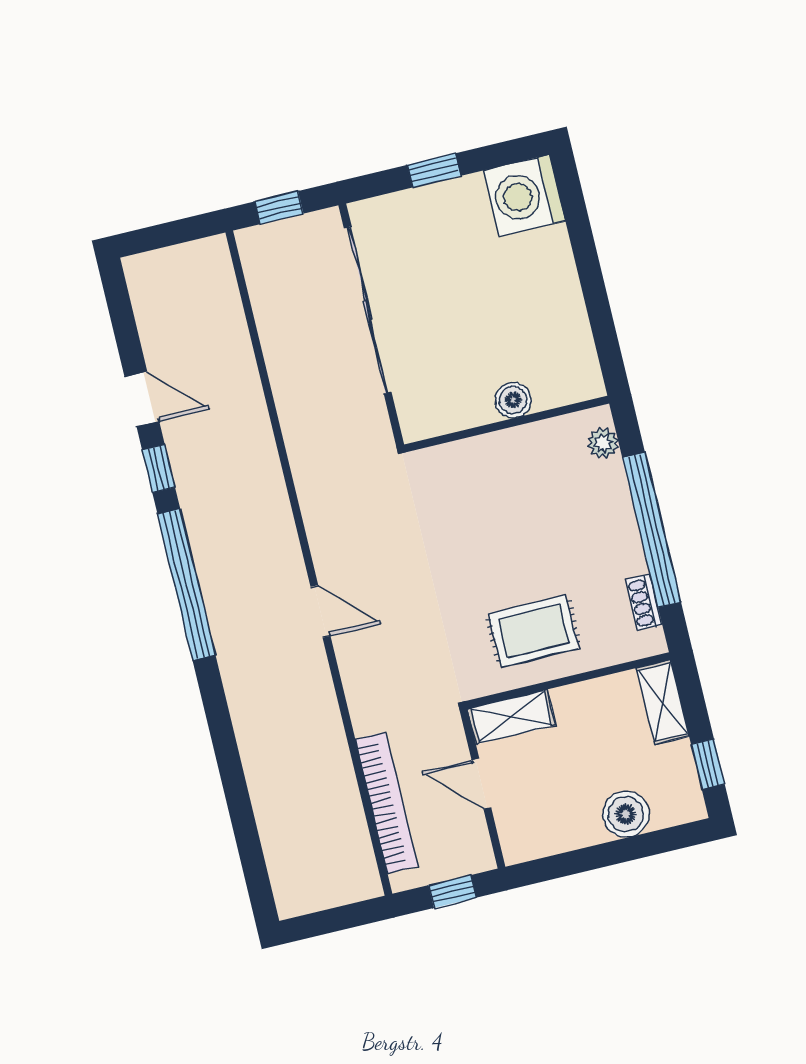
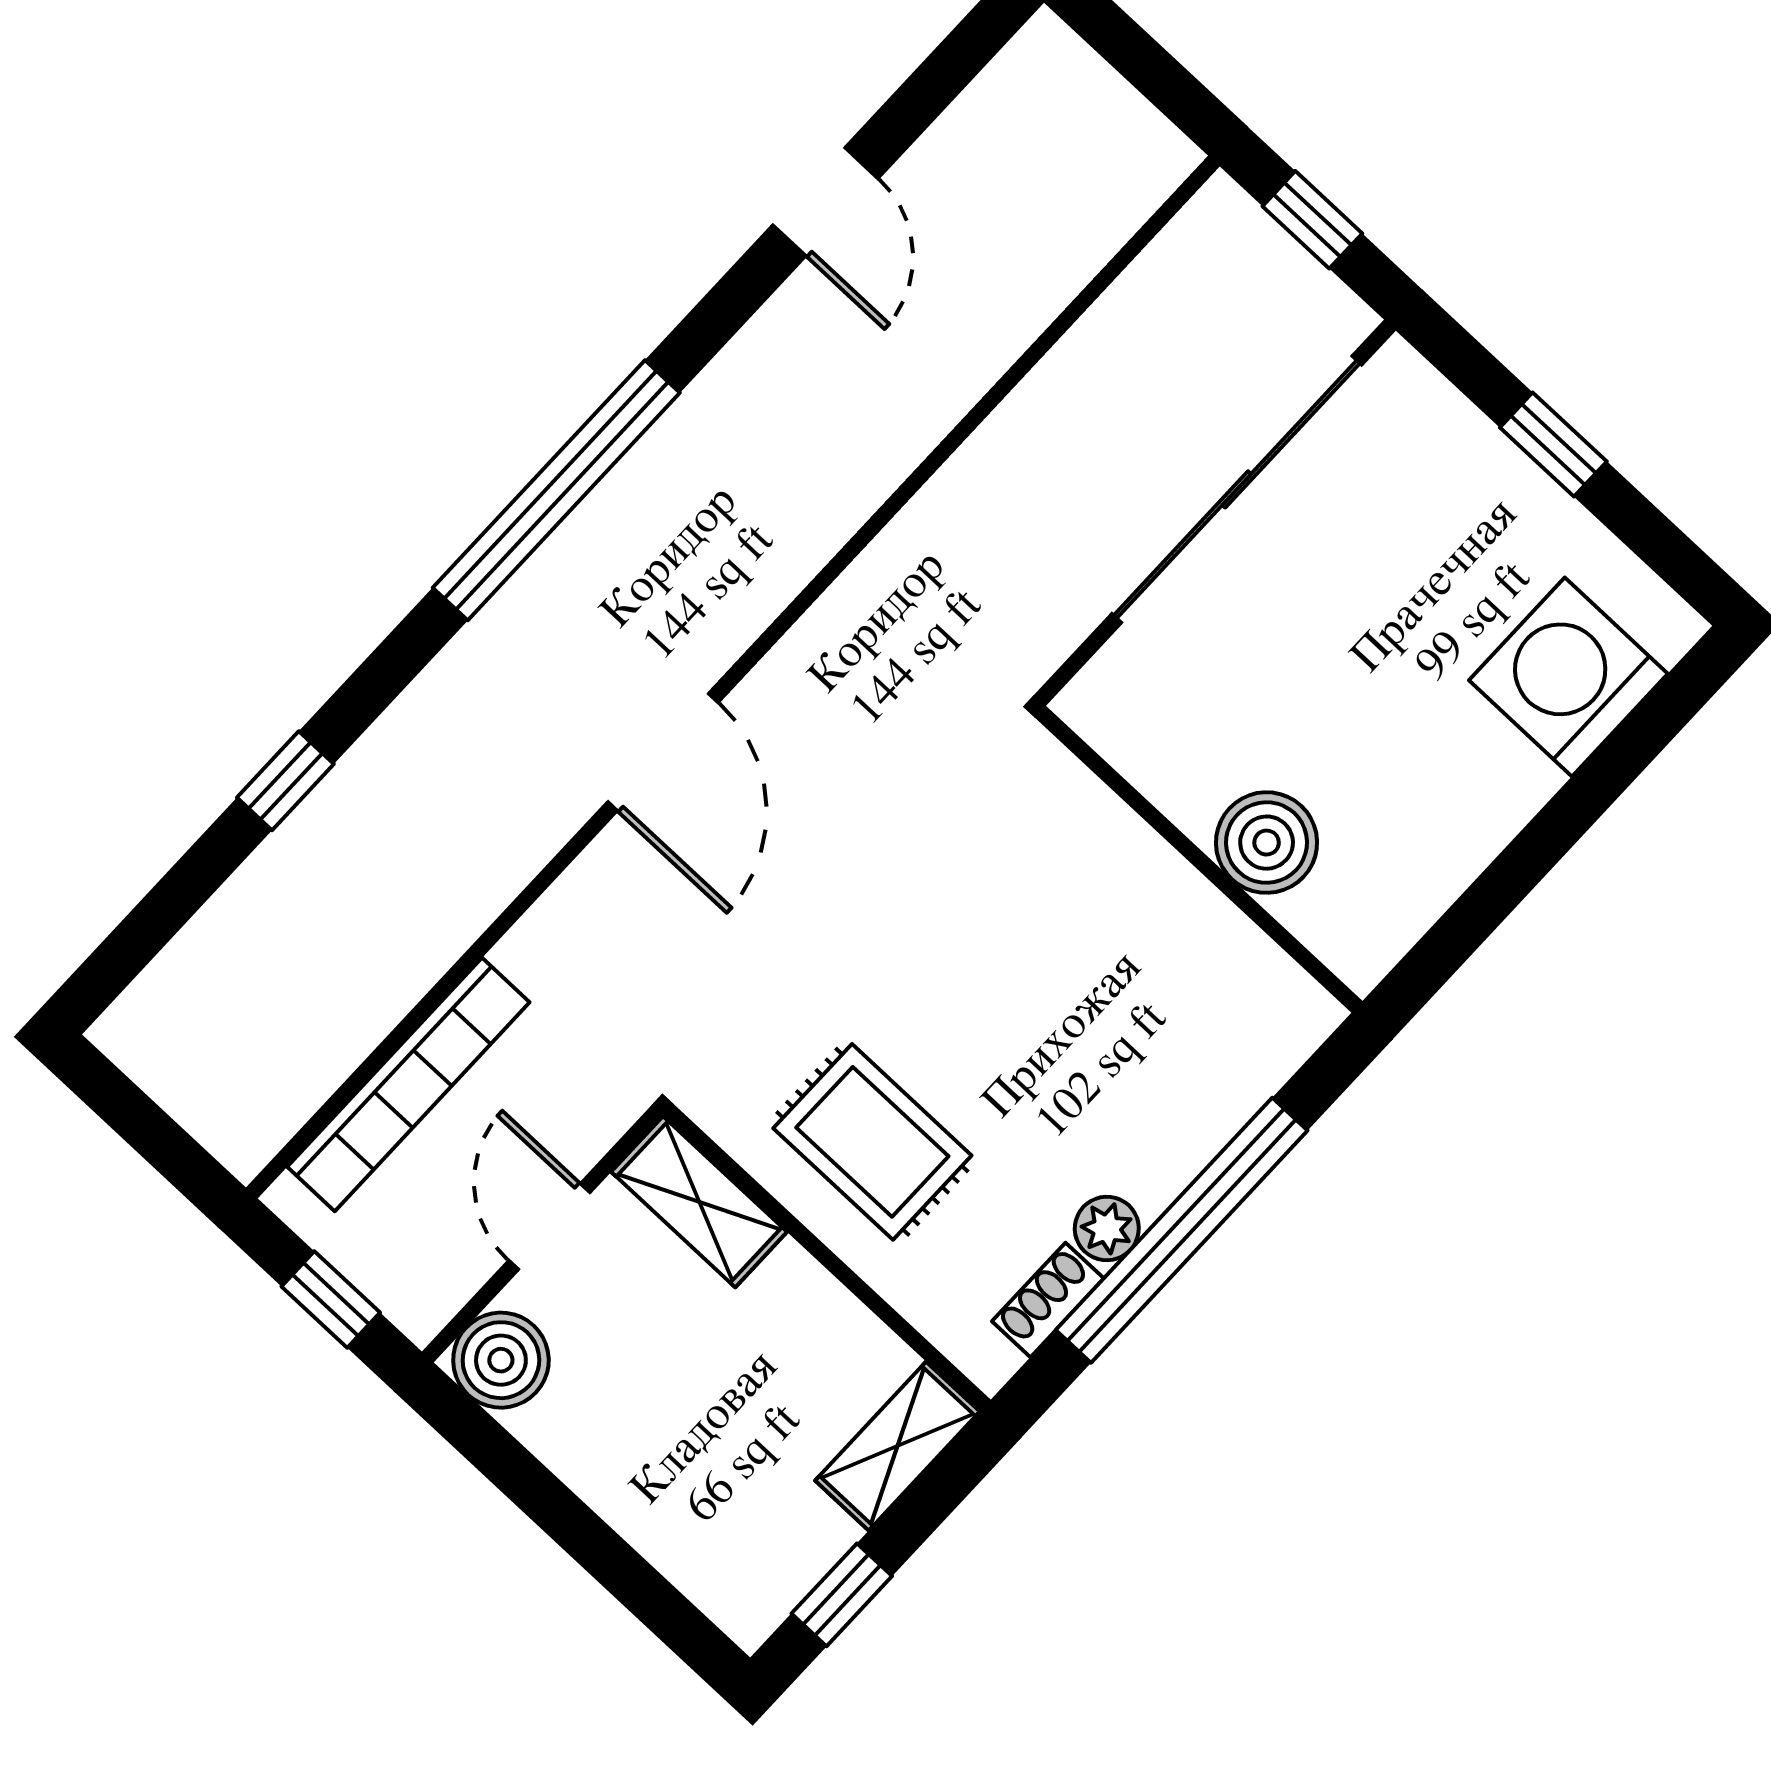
washing machine: (524, 196) -> (1568, 677), moved
boiler: (513, 400) -> (1267, 843), width x1.36, depth x1.36
plant: (603, 443) -> (1107, 1229), moved
window: (159, 468) -> (285, 781), moved
door: (320, 611) -> (663, 752), width x1.38
boiler: (626, 814) -> (501, 1360), moved

